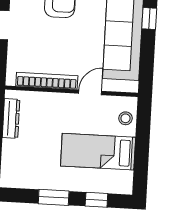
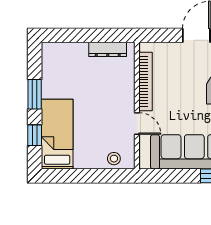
bed: (98, 152) -> (57, 134), moved

